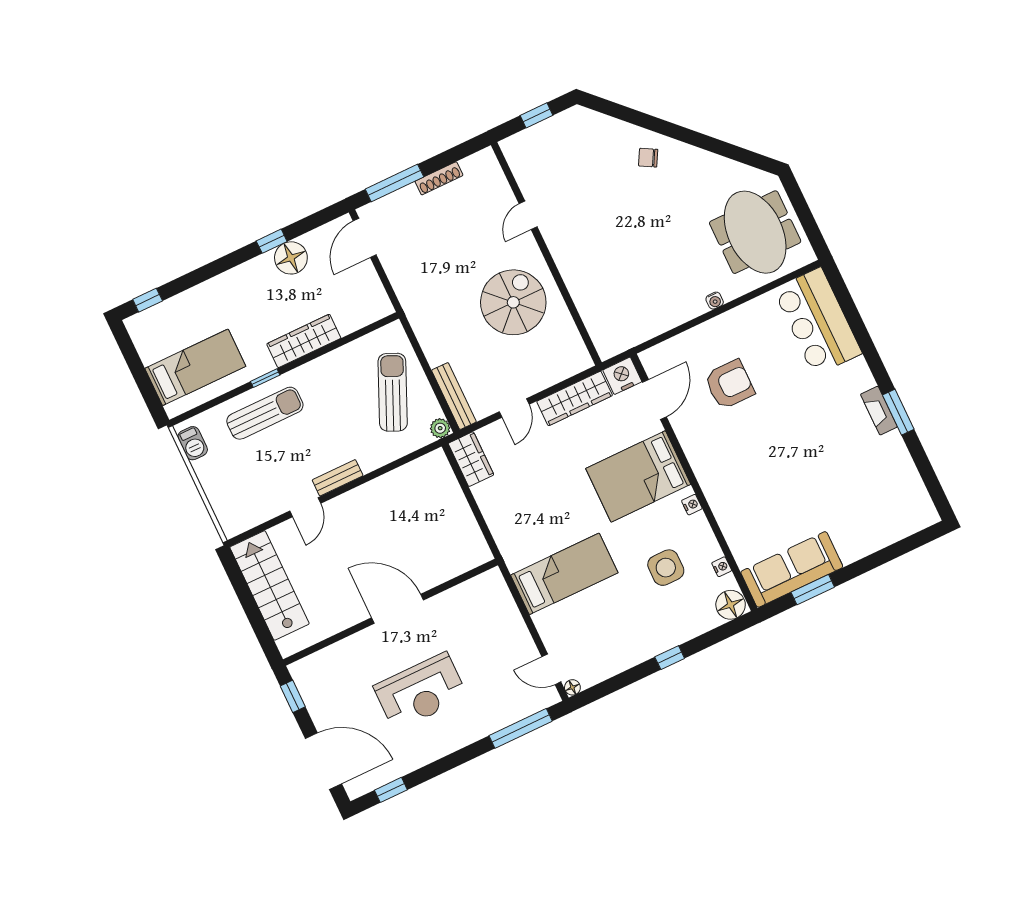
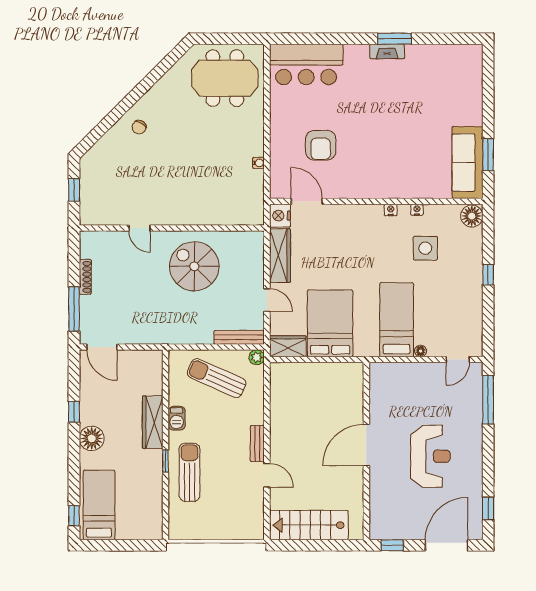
floor lamp: (291, 258) -> (92, 438), moved
water cooler: (715, 301) -> (258, 163), moved
bed: (195, 367) -> (99, 505), moved
armchair: (729, 384) -> (321, 145), turned 180
barbecue: (193, 443) -> (177, 418), moved, turned 90
bed: (638, 476) -> (330, 323), moved, turned 180
nightstand: (722, 567) -> (417, 210), moved
floor lamp: (572, 687) -> (421, 351), moved

